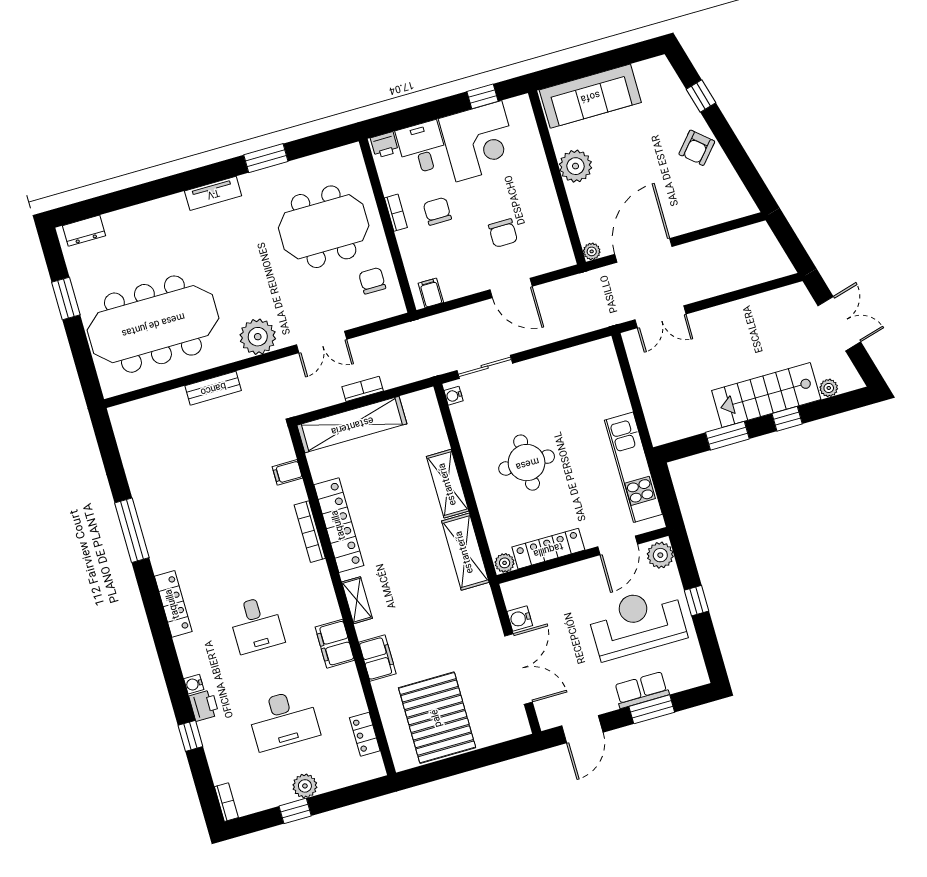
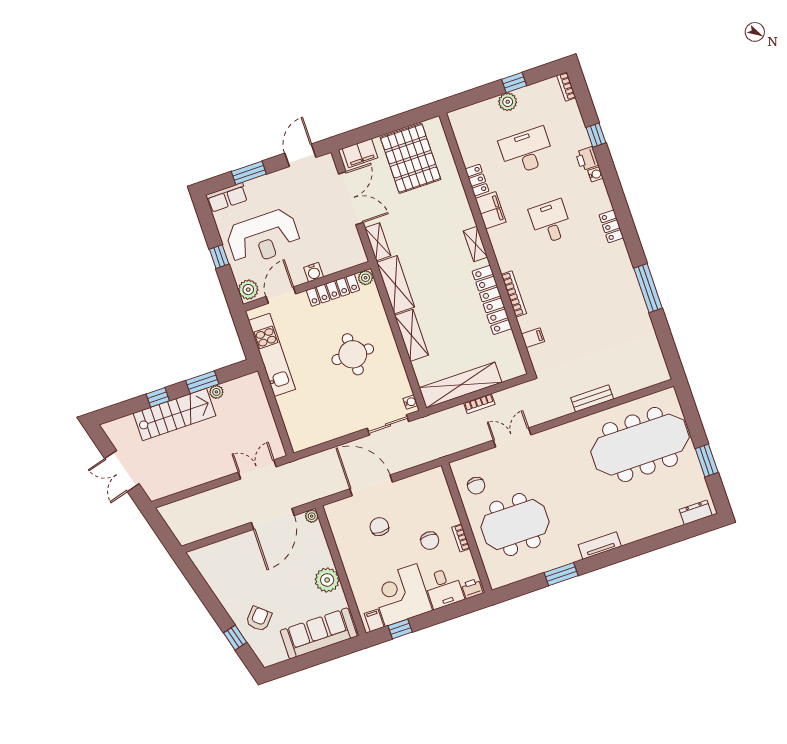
armchair: (697, 148) -> (259, 619), moved
door: (511, 288) -> (371, 485), width x1.36
filing cabinet: (431, 293) -> (374, 620), moved, turned 180
plant: (258, 337) -> (560, 439), removed
plant: (829, 388) -> (216, 392), moved
shelving: (352, 425) -> (460, 385), moved
locker: (173, 604) -> (611, 226), width x0.66
shelving: (486, 610) -> (378, 242), added
water cooler: (520, 618) -> (314, 272), moved, turned 90
filing cabinet: (377, 658) -> (360, 153), moved, turned -90
double door: (519, 669) -> (351, 198), swing flipped
row of seats: (642, 690) -> (227, 197), moved
locker: (365, 734) -> (477, 180), moved

